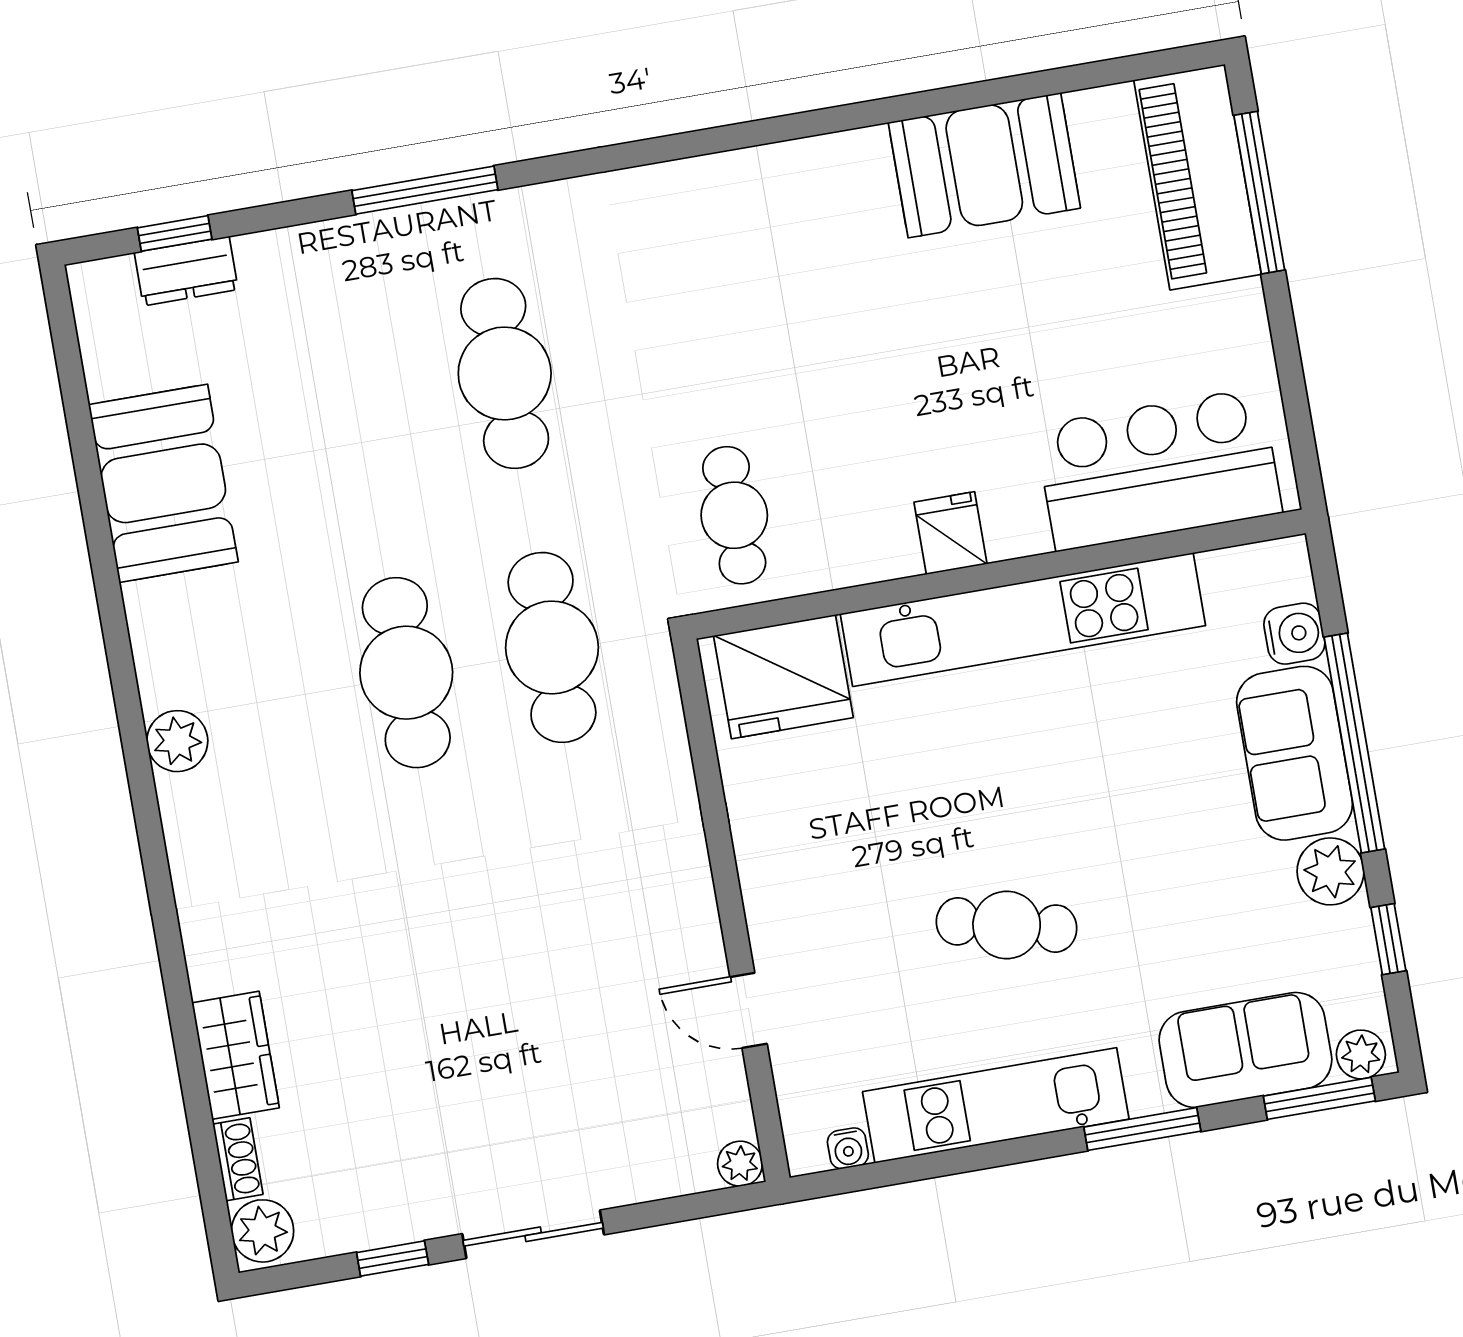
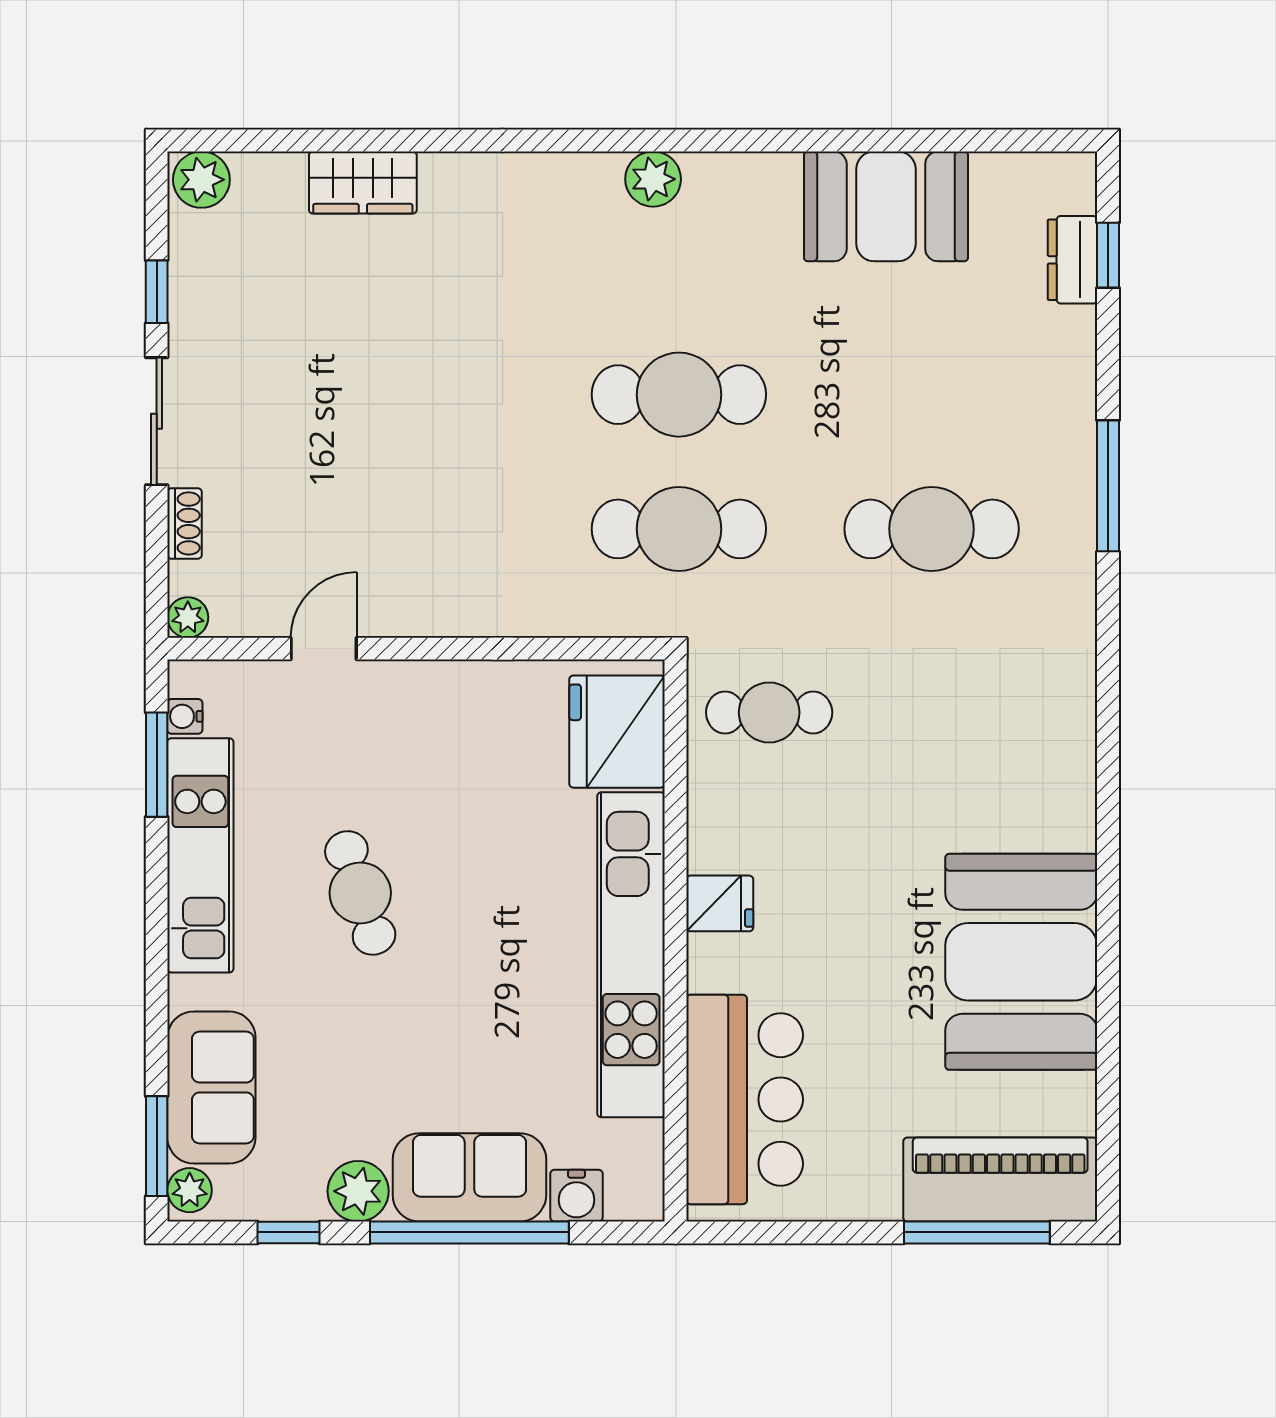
booth: (984, 165) -> (1021, 962), width x1.36, depth x1.42
cafe table: (1007, 925) -> (360, 893), turned -32
window: (1142, 1129) -> (157, 765), moved
shoe rack: (238, 1159) -> (185, 523), moved, turned -90

